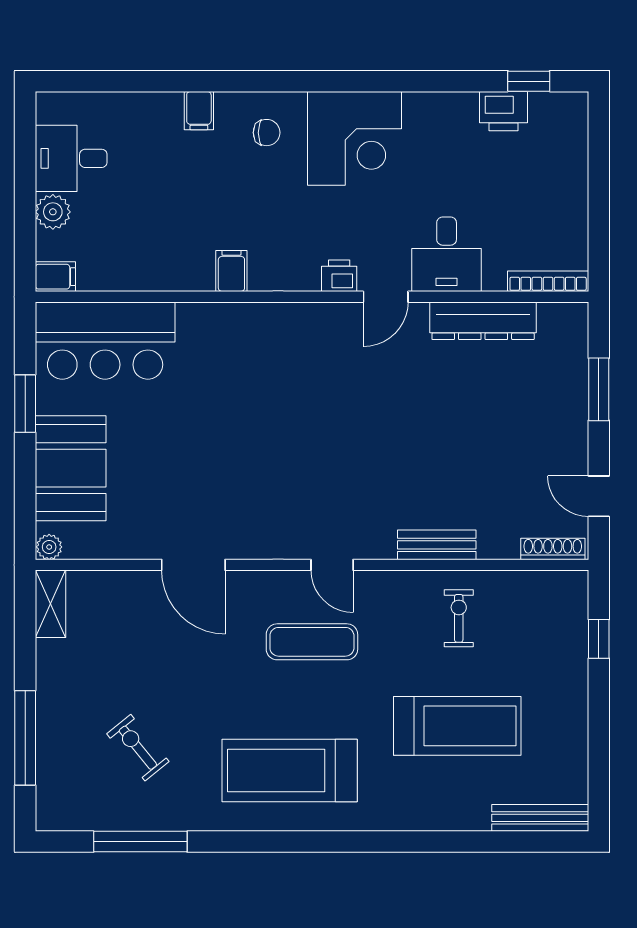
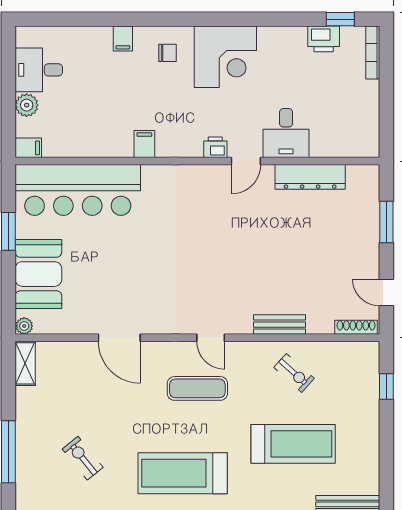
bookcase: (548, 281) -> (373, 52), moved, turned -90
bar counter: (105, 341) -> (78, 190), width x1.36
exercise bike: (459, 618) -> (294, 373), turned 132

